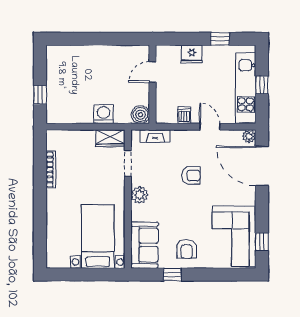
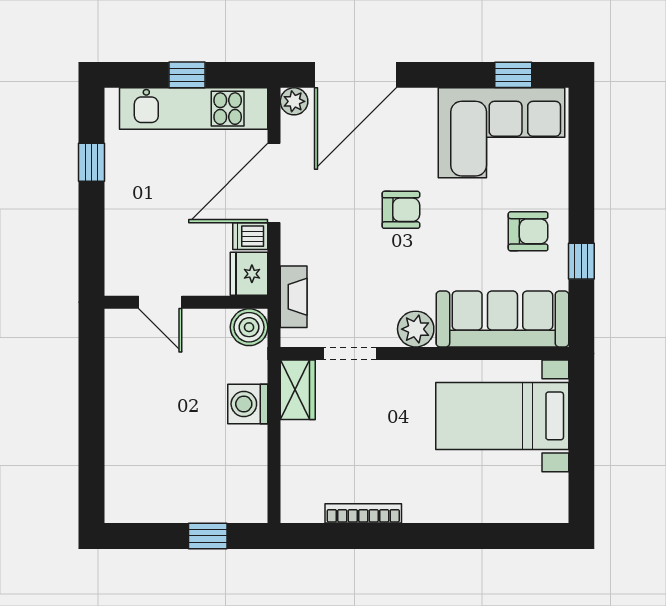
fridge: (192, 54) -> (249, 274), moved, turned 180
door: (210, 127) -> (274, 183), width x1.88
armchair: (191, 175) -> (401, 210), moved, turned 90
sofa: (144, 245) -> (502, 319), width x1.36

